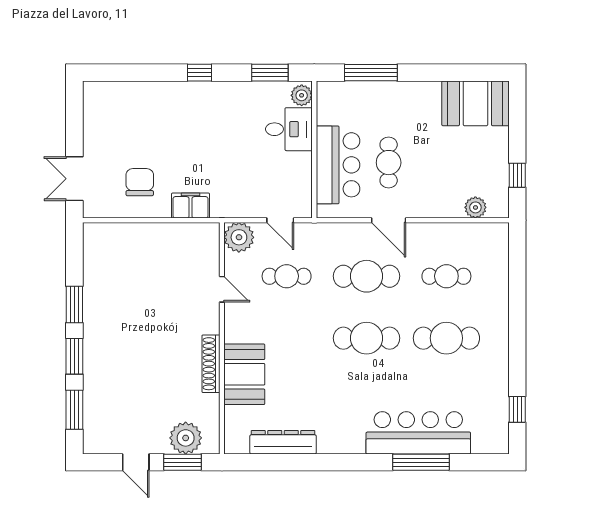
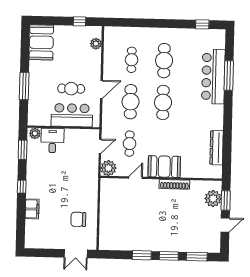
window: (371, 73) -> (24, 86), moved
filing cabinet: (191, 206) -> (32, 209), moved, turned 180
booth: (244, 374) -> (164, 167), moved

